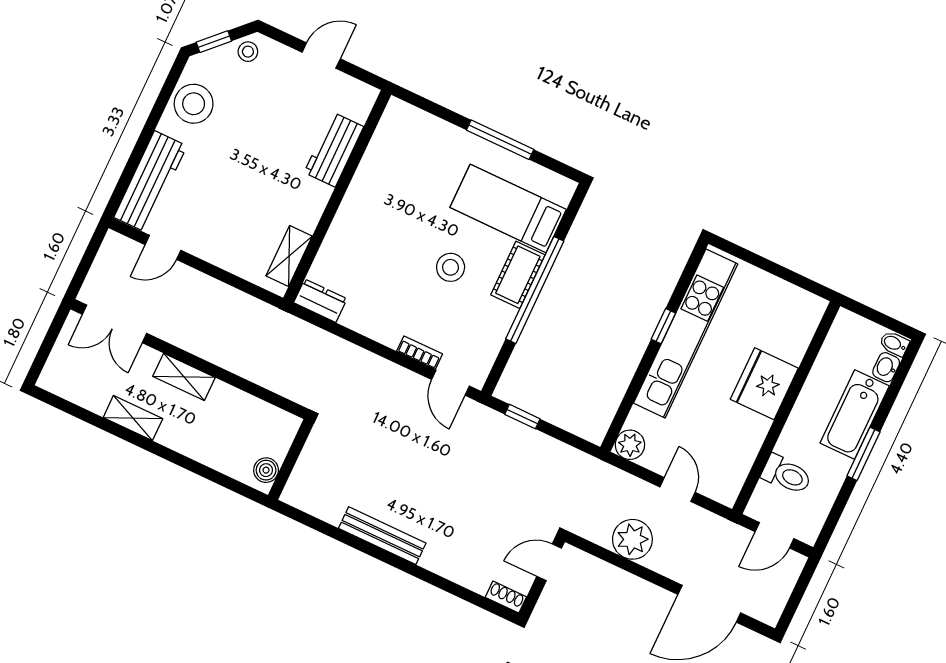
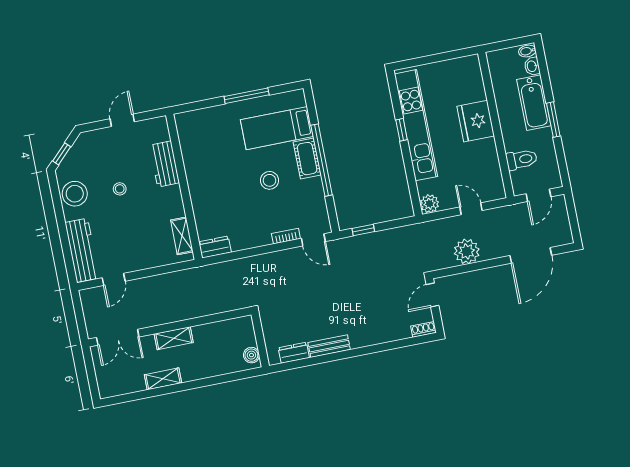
stool: (248, 52) -> (120, 189), moved
dresser: (321, 506) -> (294, 353), added
bench: (382, 536) -> (329, 346), width x0.73

